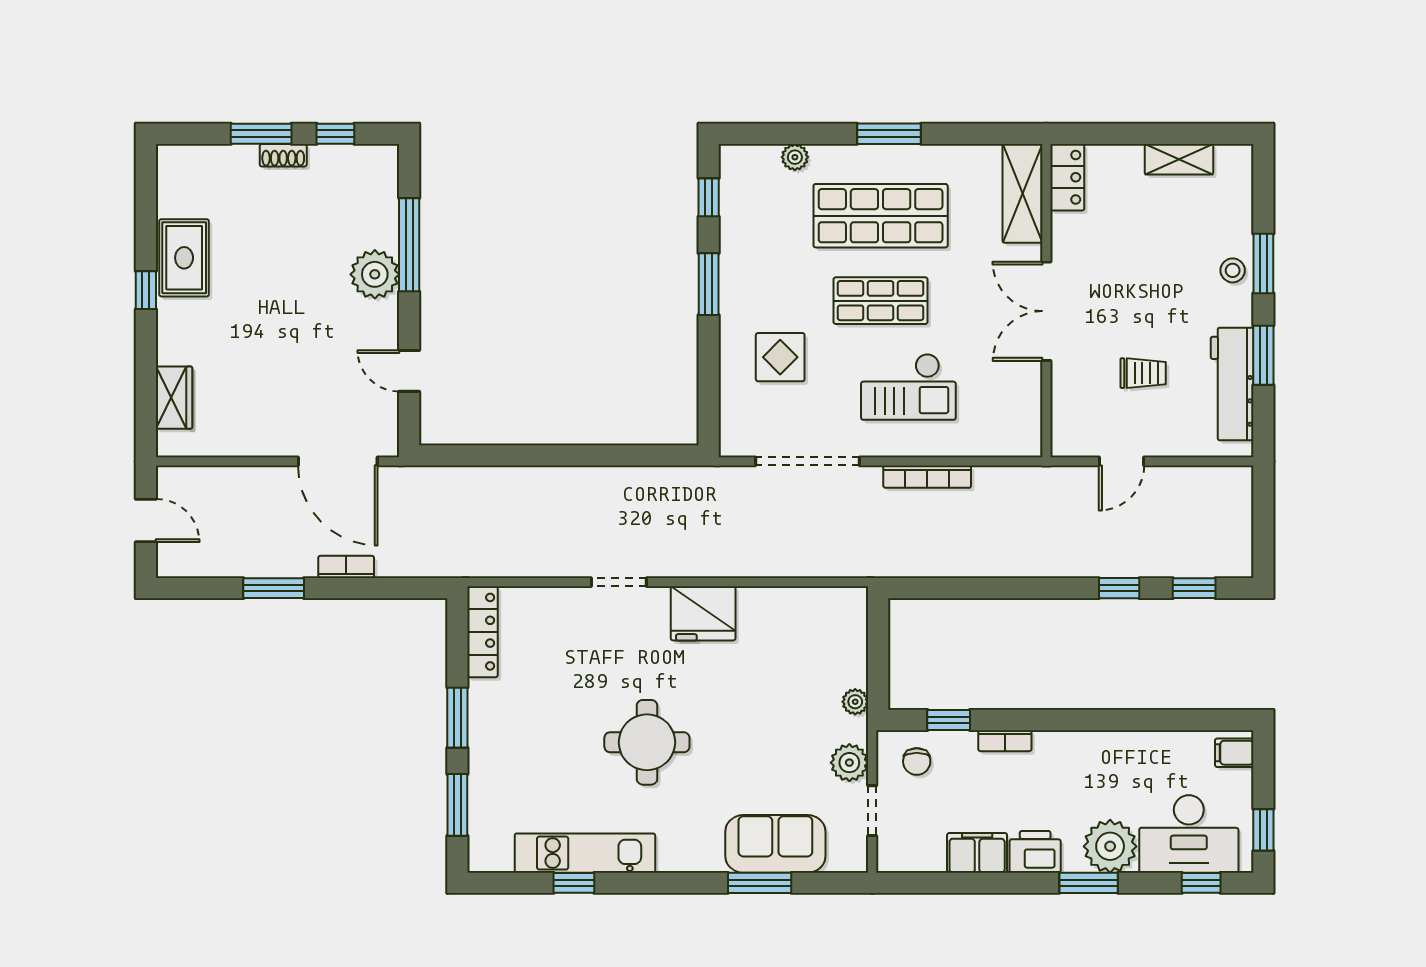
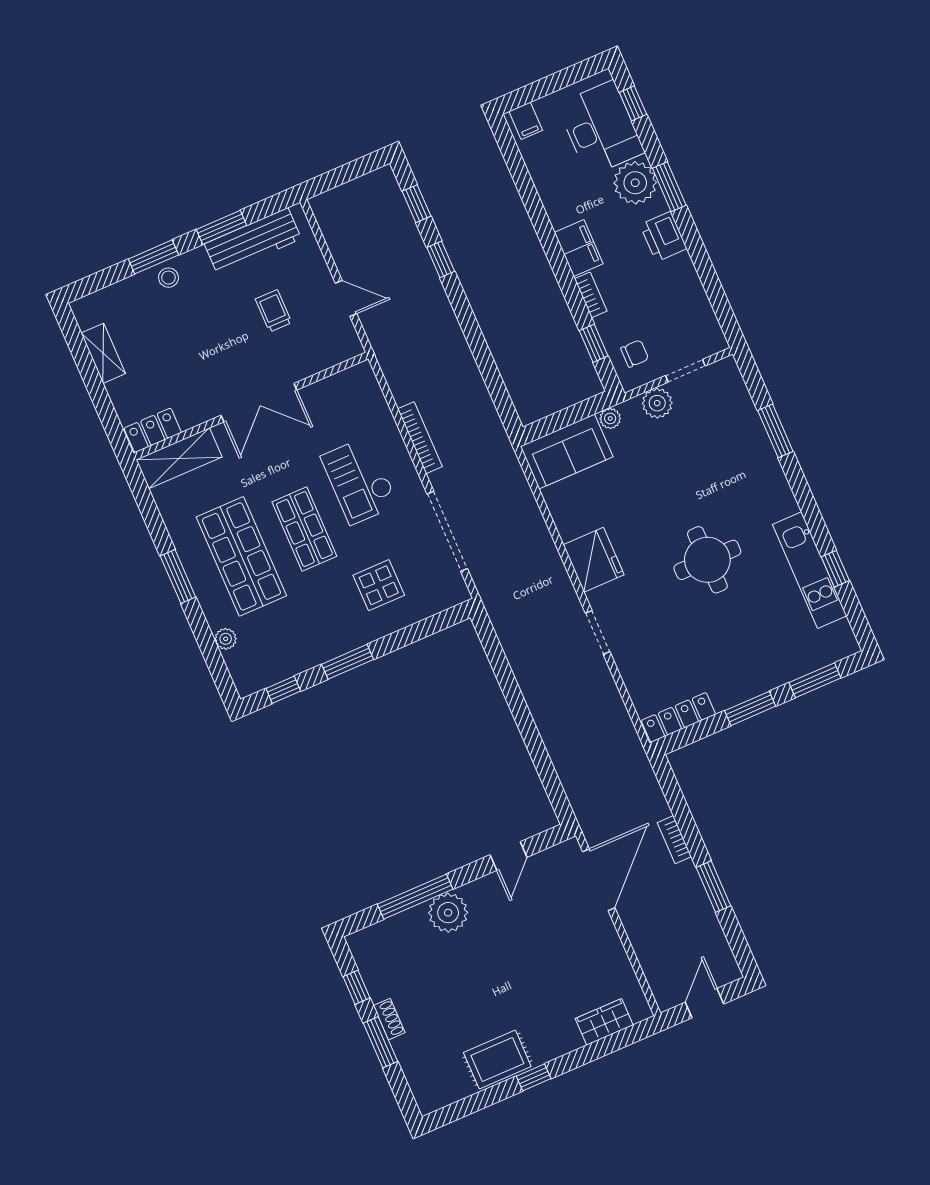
checkout: (908, 387) -> (359, 481), turned 180
window: (1263, 830) -> (574, 74), removed
sofa: (775, 844) -> (567, 451), moved, turned -90
filing cabinet: (977, 853) -> (579, 248), moved, turned 180

